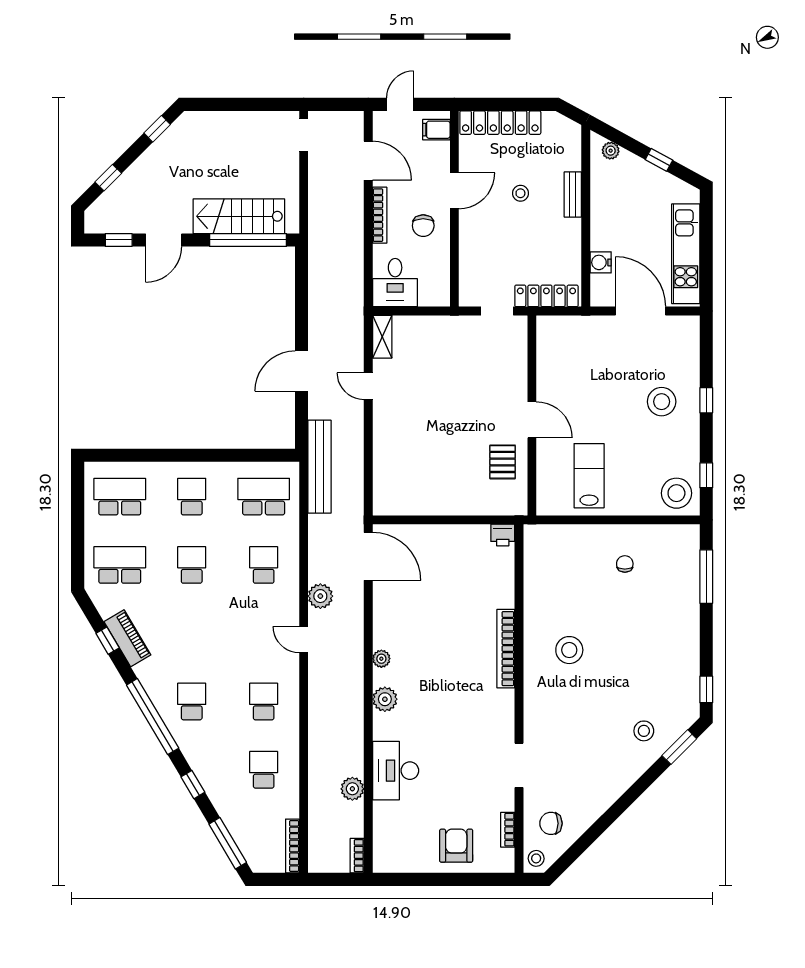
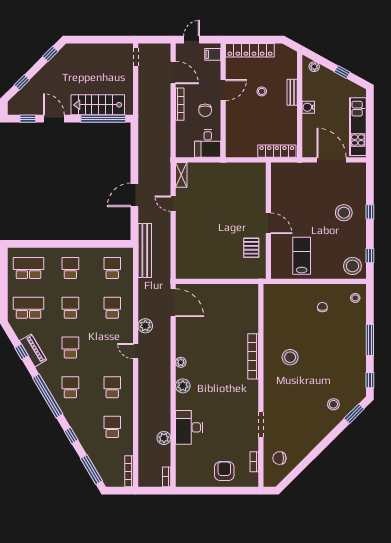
door: (164, 240) -> (54, 119), swing flipped
water cooler: (601, 262) -> (308, 107), moved
desk: (395, 283) -> (208, 143), moved
doorway: (497, 311) -> (248, 160), removed
school desk: (264, 497) -> (112, 268), width x0.54
printer: (503, 535) -> (251, 290), removed
window: (706, 577) -> (370, 340), moved
school desk: (192, 633) -> (70, 347), added
stool: (536, 858) -> (355, 298), moved

